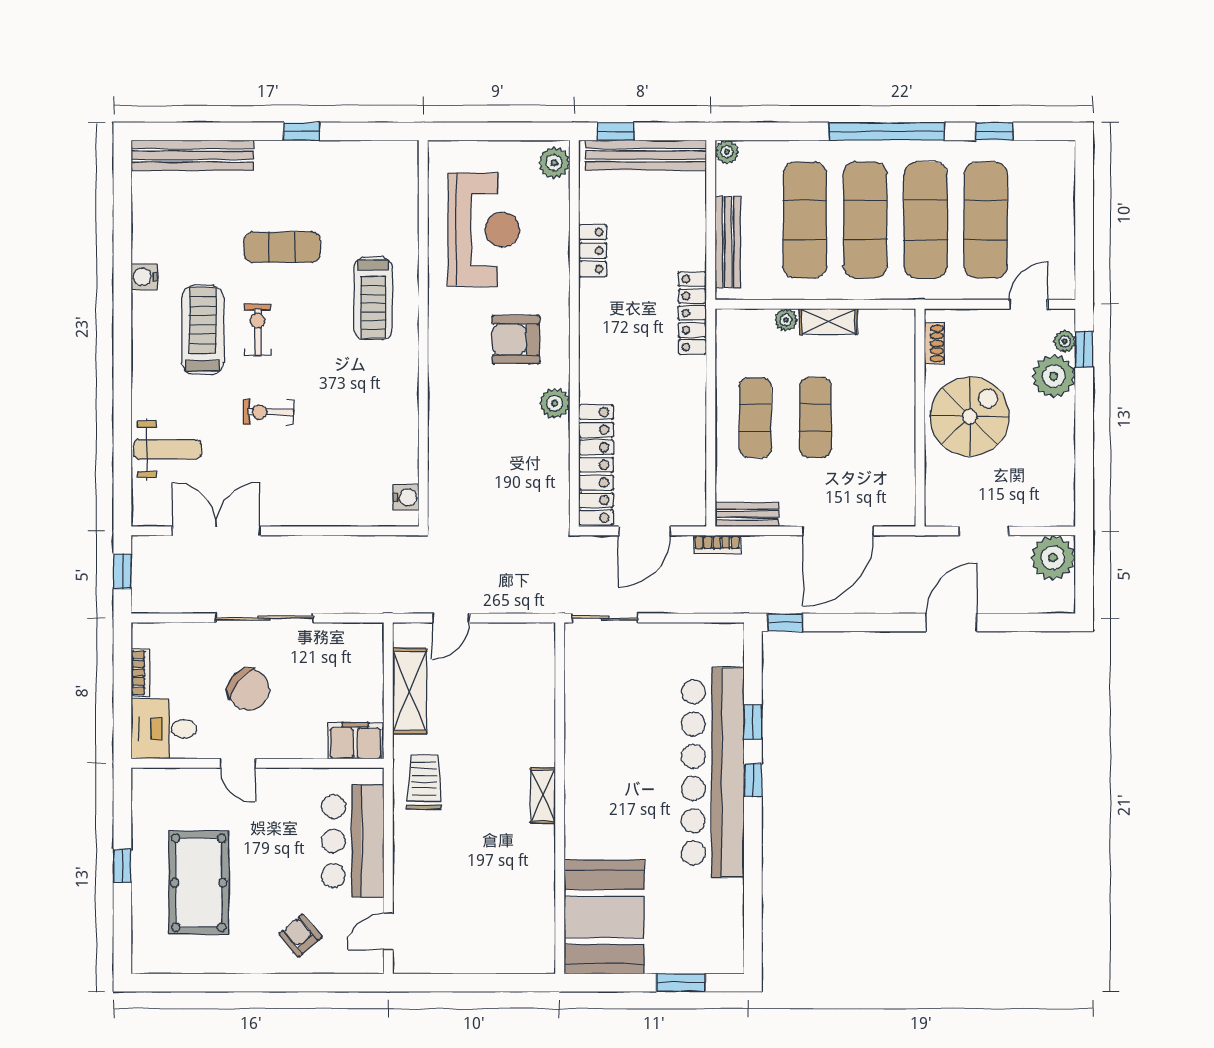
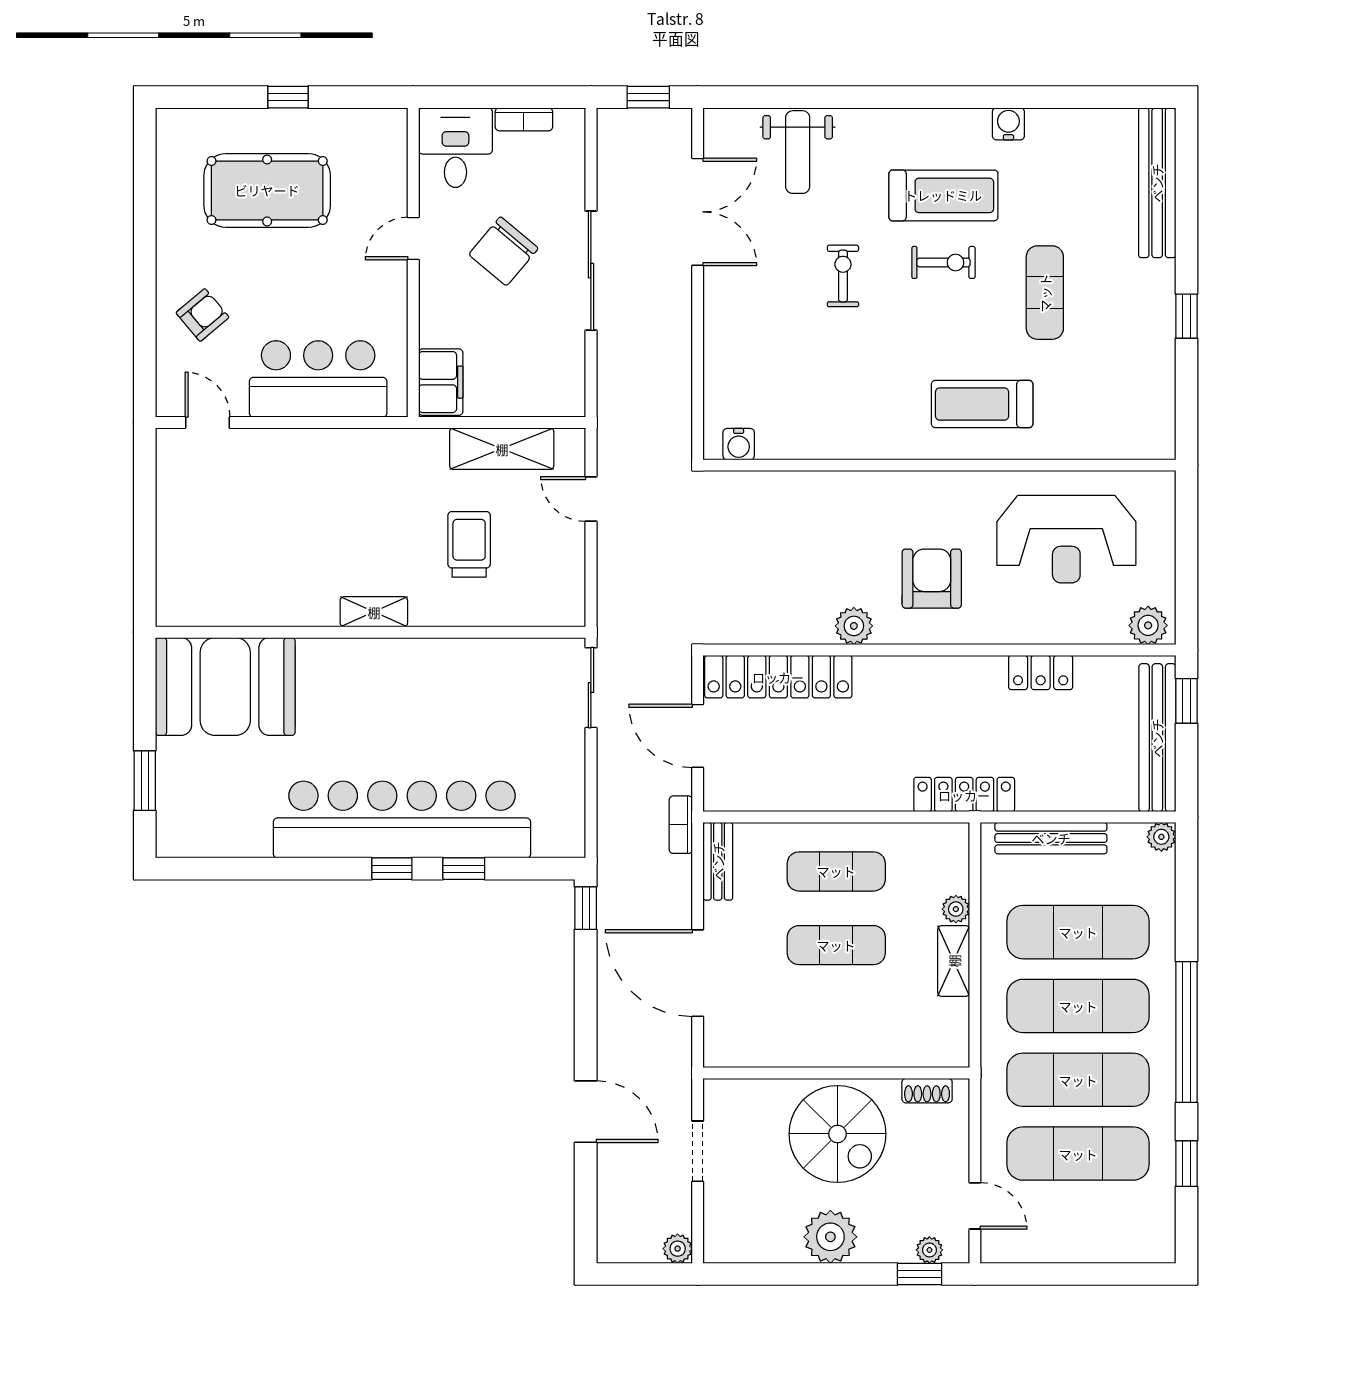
plant: (1054, 376) -> (830, 1237), moved
plant: (1053, 558) -> (678, 1249), width x0.53, depth x0.53
trolley: (424, 782) -> (469, 544), moved, turned -90

